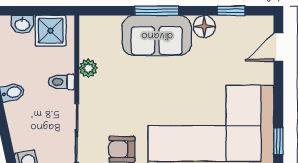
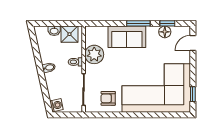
window: (157, 11) -> (138, 23), moved
floor lamp: (204, 26) -> (165, 32), moved
plant: (88, 68) -> (94, 54), width x1.88, depth x1.88

